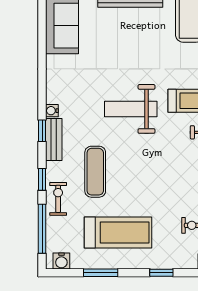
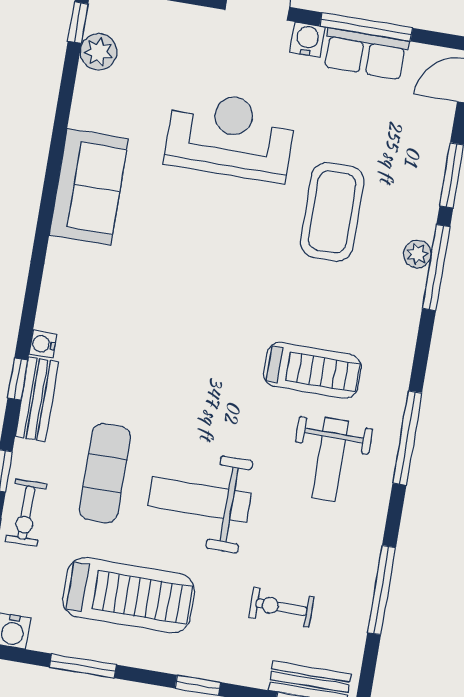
weight bench: (131, 109) -> (200, 500), moved
exercise bike: (58, 199) -> (26, 513), turned 180

